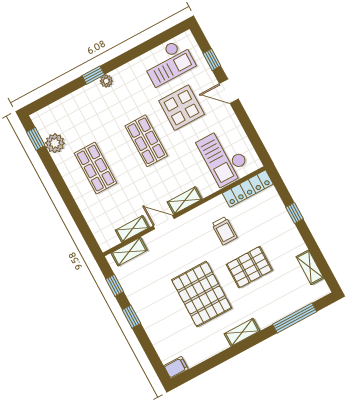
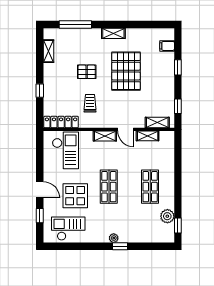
pallet: (249, 267) -> (87, 72), width x0.67, depth x0.71
window: (131, 317) -> (178, 67), moved
filing cabinet: (176, 368) -> (167, 46), moved

